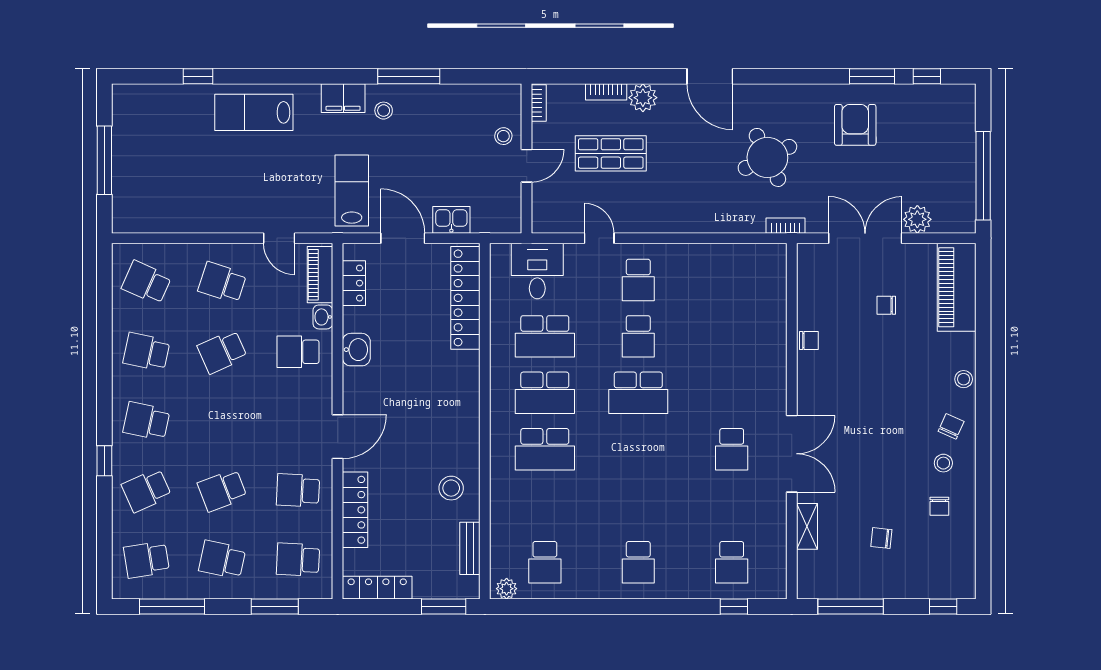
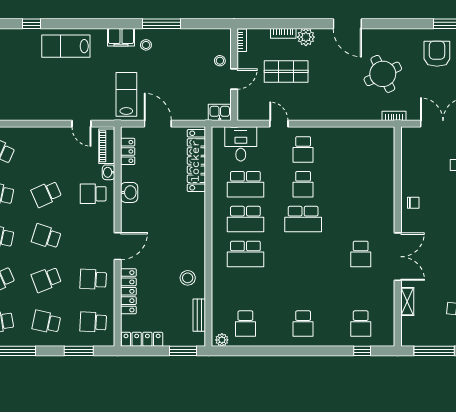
kitchen sink: (451, 220) -> (220, 112), moved
school desk: (222, 282) -> (46, 237), moved
chair: (809, 341) -> (413, 203), moved

